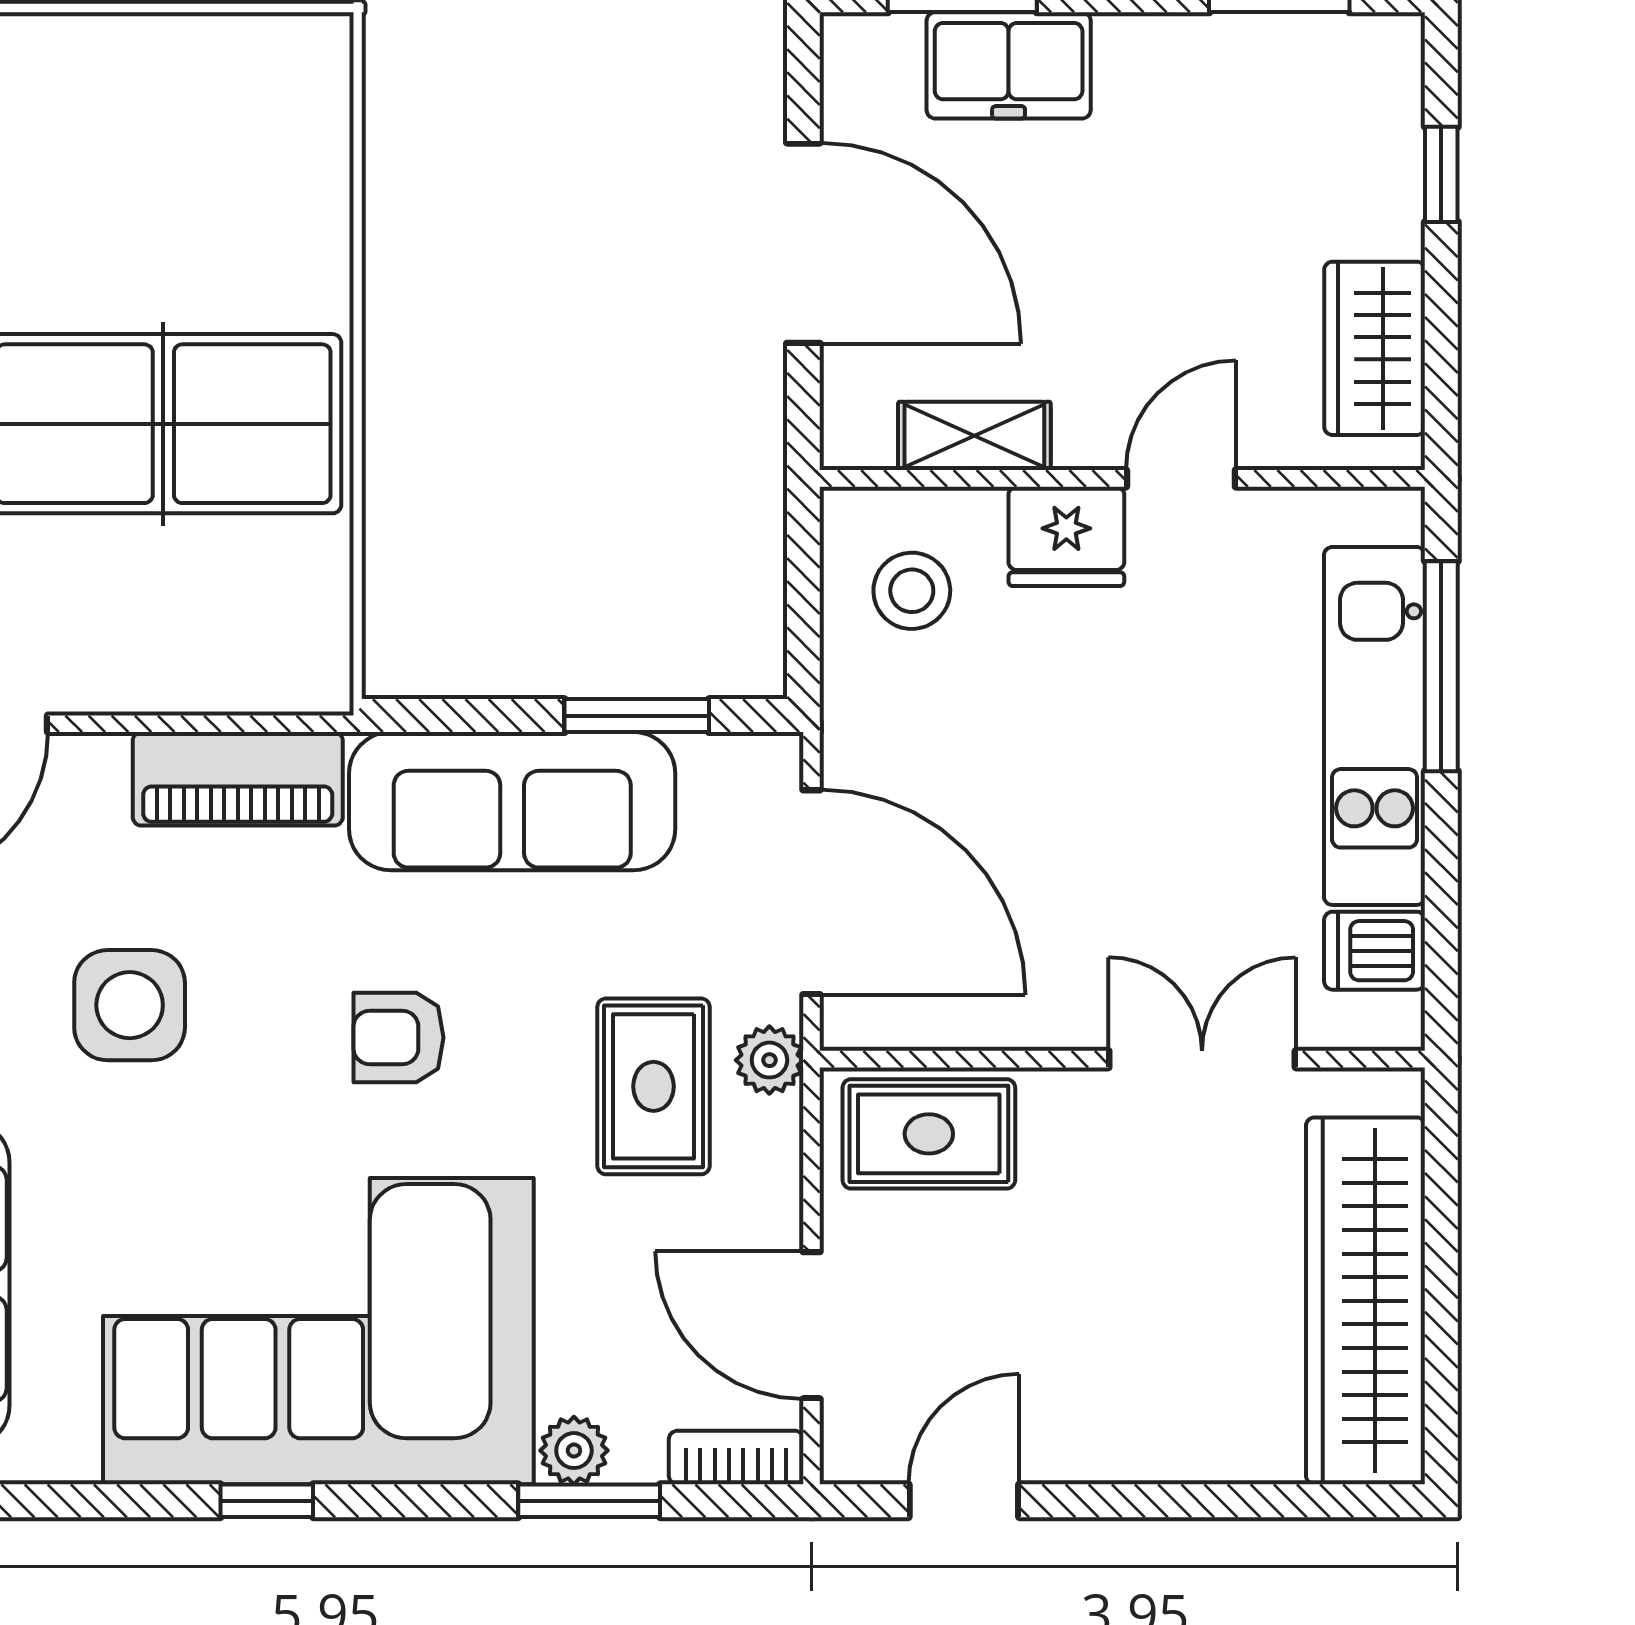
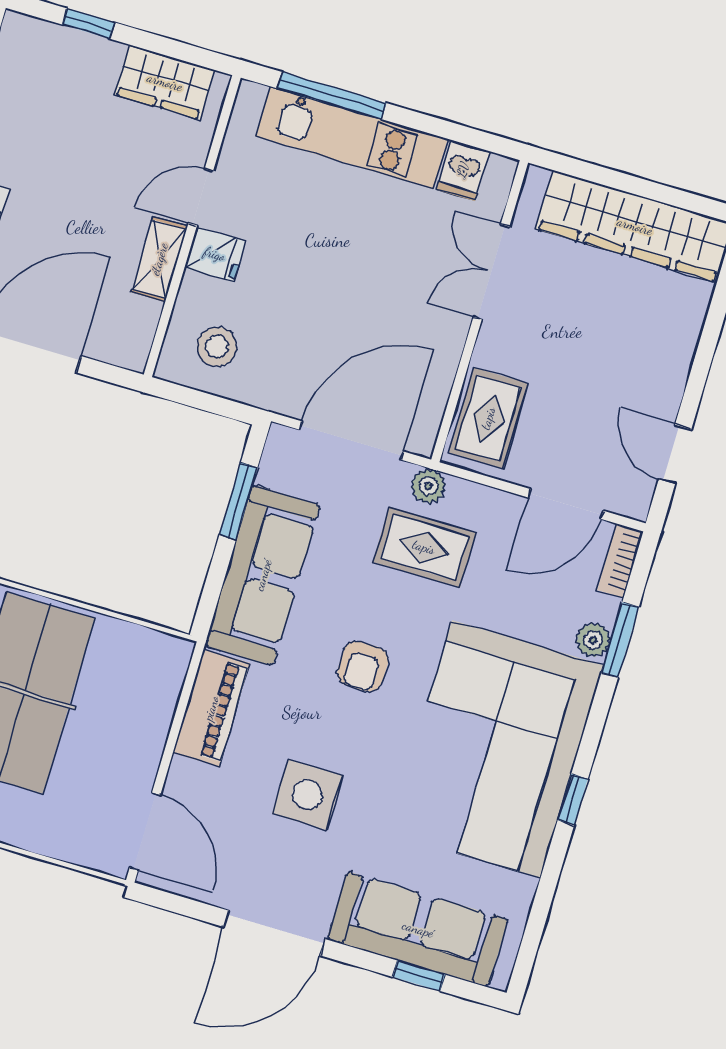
shelving: (974, 436) -> (159, 259), moved
door: (1181, 478) -> (201, 197), hinge flipped
fridge: (1066, 536) -> (215, 254), width x0.72

